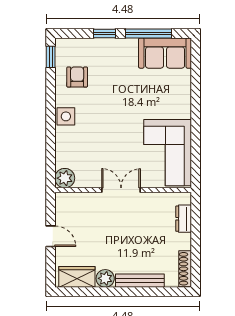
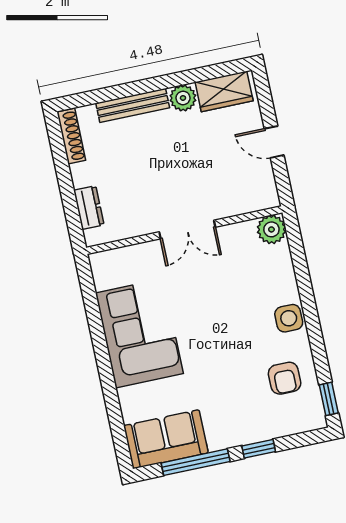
corner sofa: (168, 153) -> (139, 333), moved

